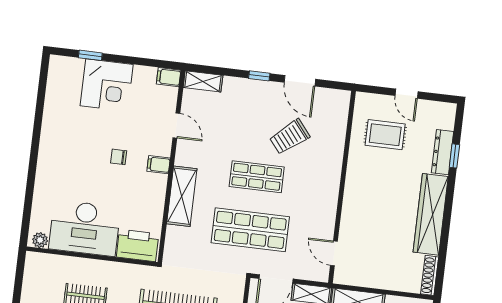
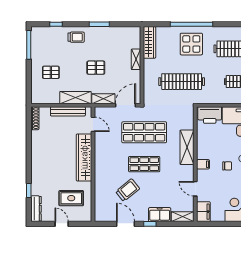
filing cabinet: (169, 77) -> (203, 212), width x2.00
freezer: (241, 89) -> (160, 215), added
dresser: (443, 152) -> (36, 209), moved
wardrobe: (431, 214) -> (84, 157), moved, turned 180
bench: (373, 280) -> (68, 111), added

